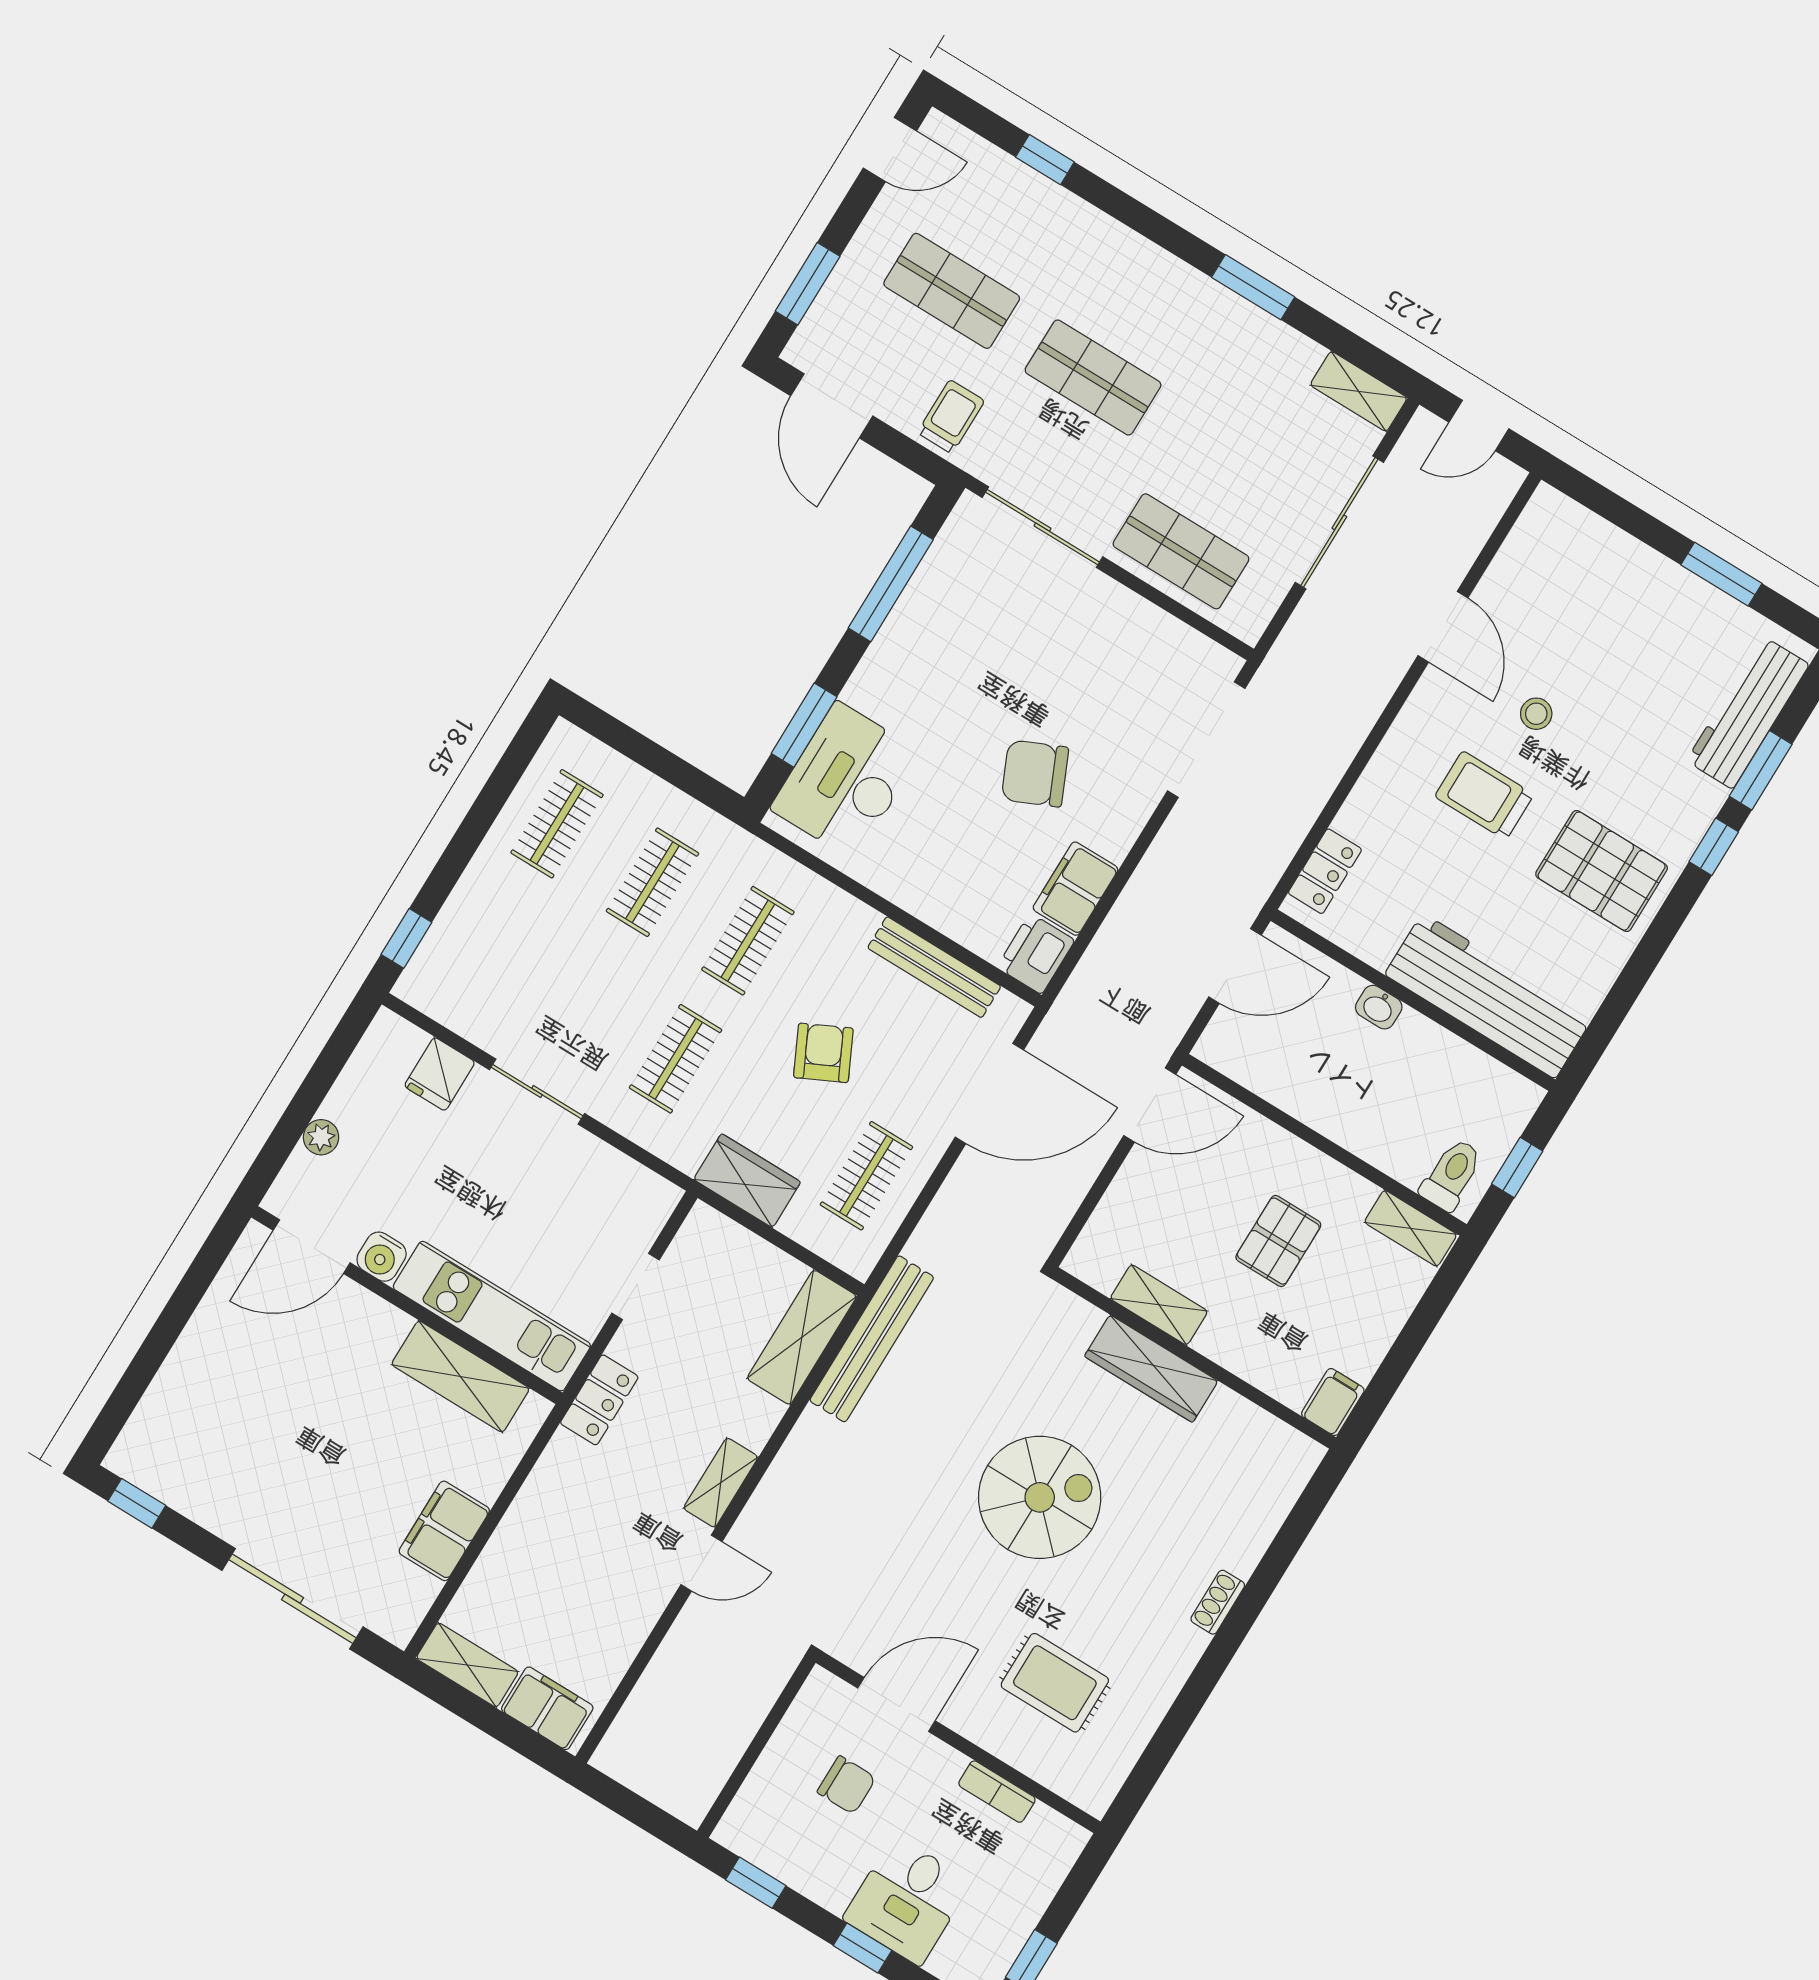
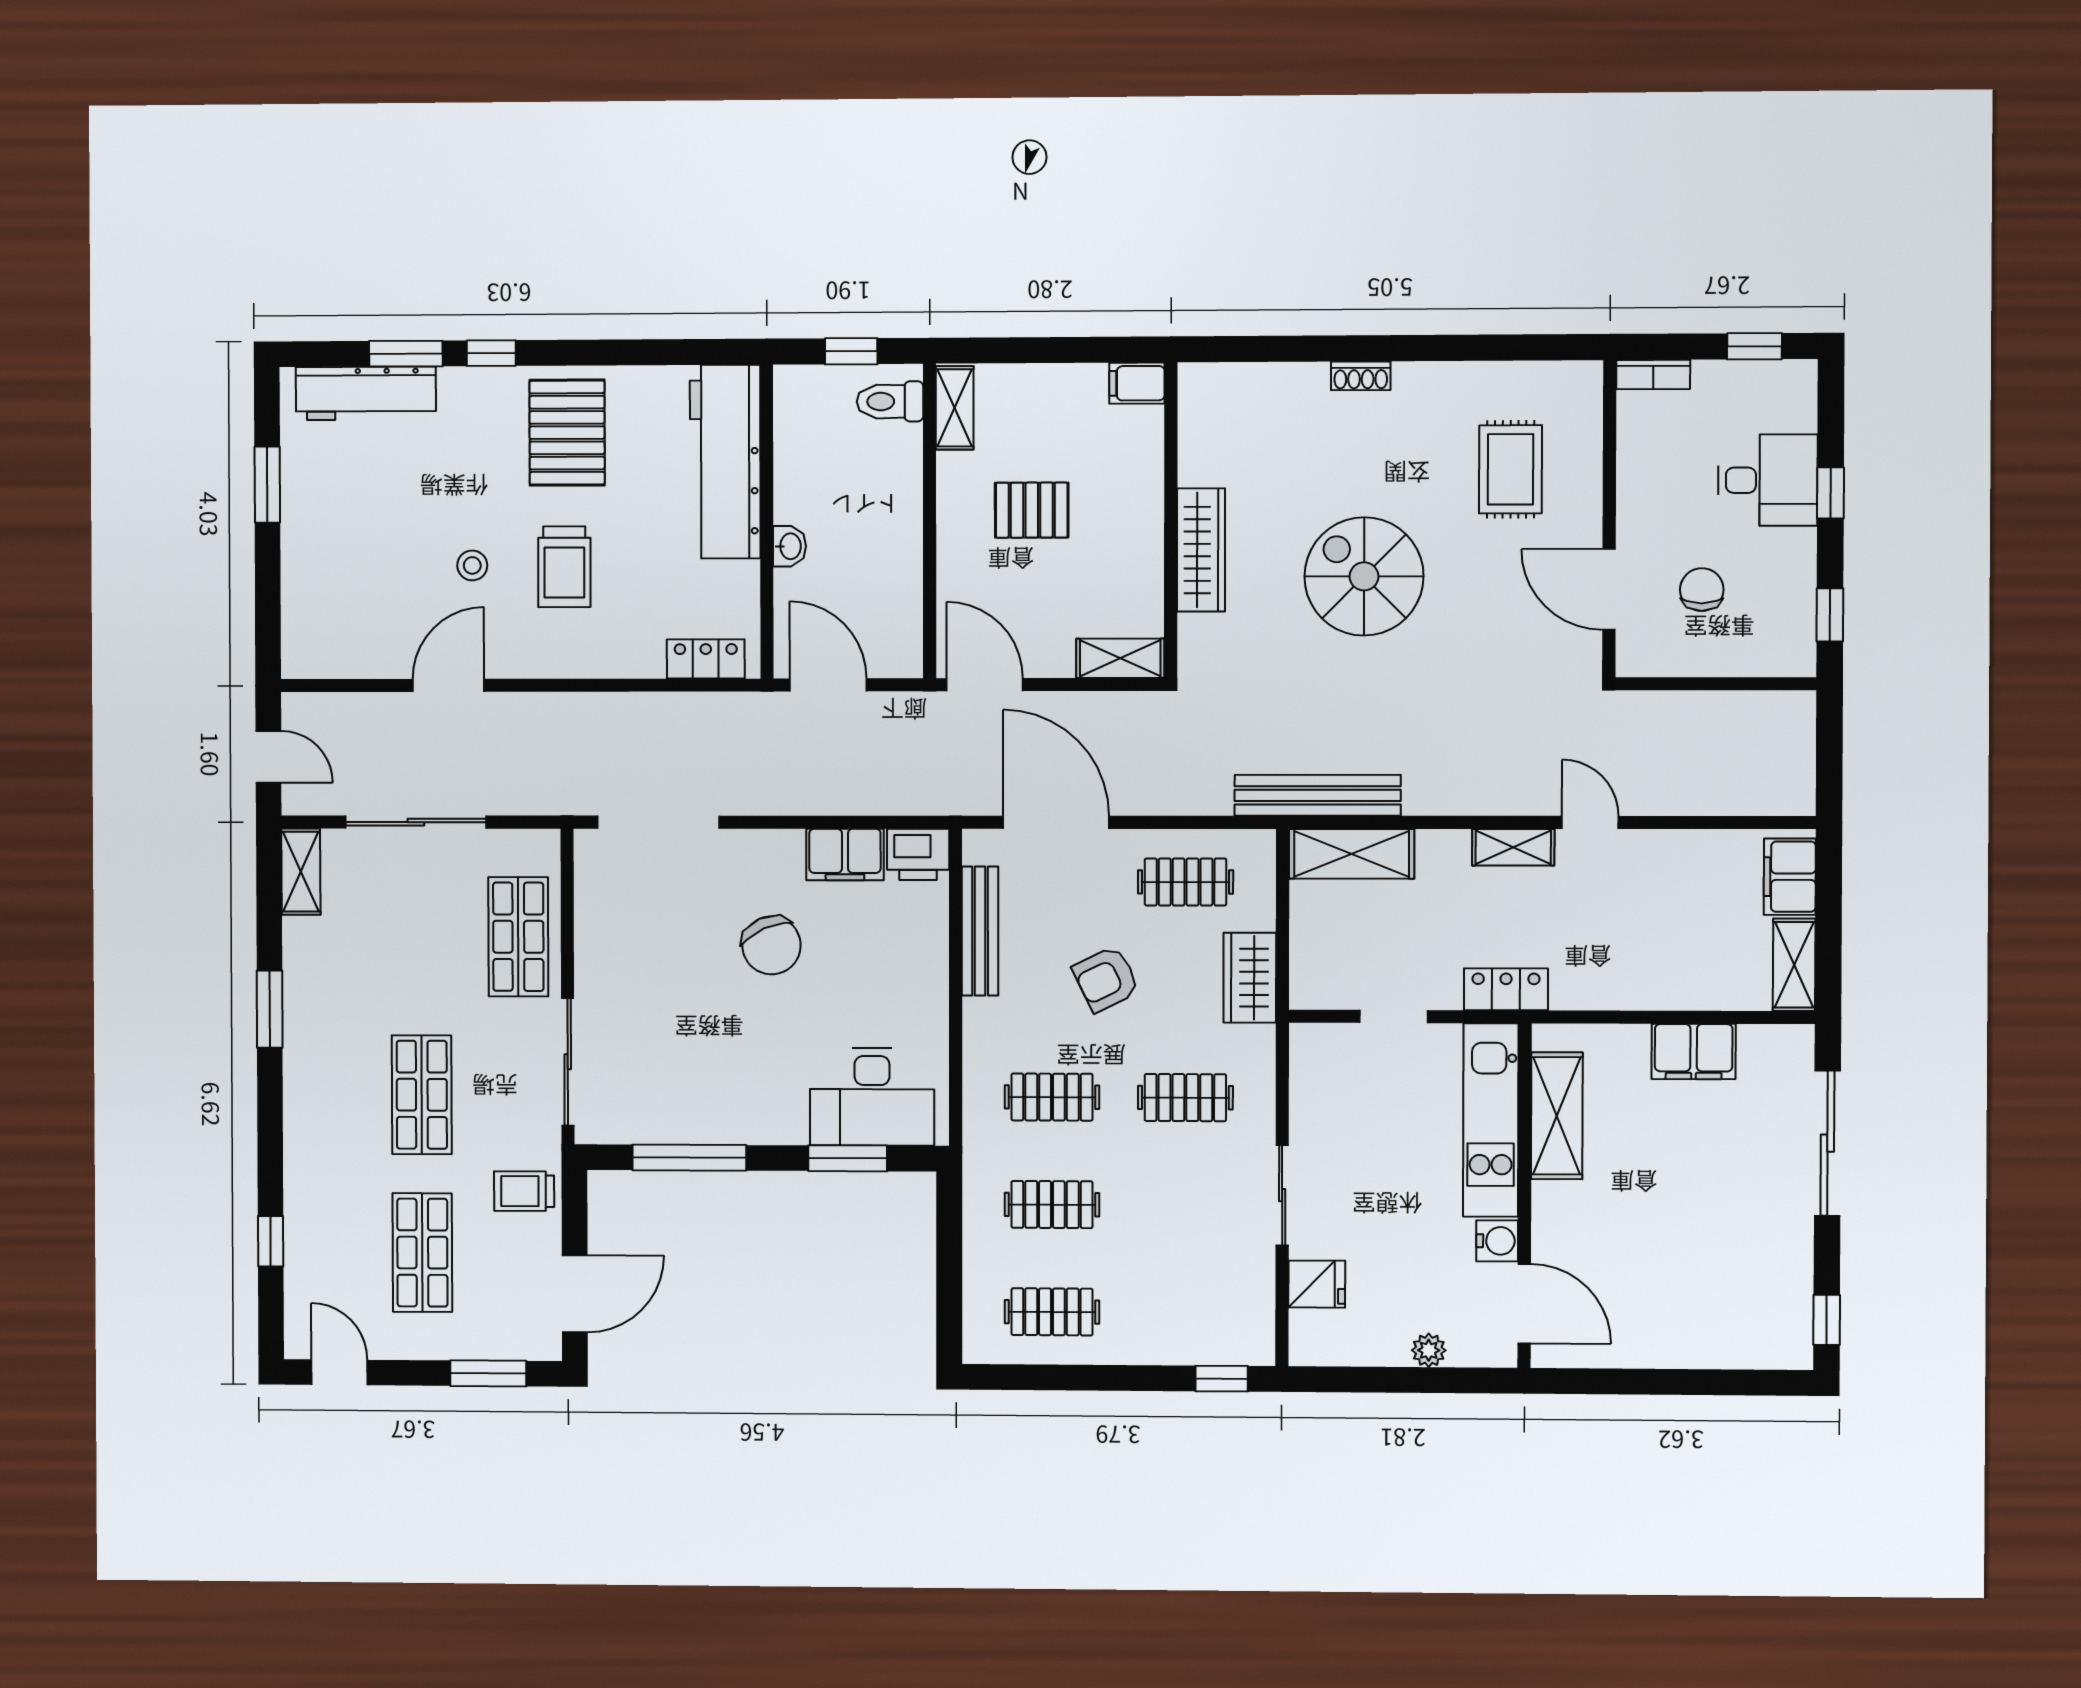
shelving: (1159, 1305) -> (1120, 658), moved, turned 90
bookcase: (997, 1792) -> (1653, 375), moved, turned 90

